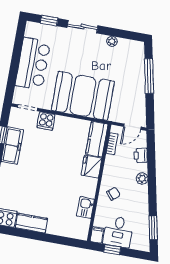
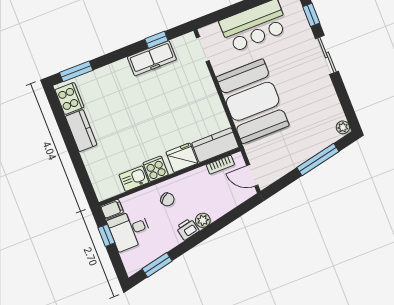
plant: (112, 41) -> (343, 127), moved
cooker: (46, 121) -> (156, 169), moved, turned 90
printer: (141, 155) -> (187, 229), moved

